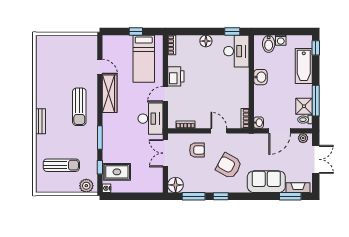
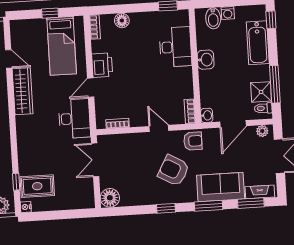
floor lamp: (206, 41) -> (122, 21), moved
desk: (236, 51) -> (175, 47), moved
window: (100, 138) -> (14, 146), removed
armchair: (197, 150) -> (193, 141), moved
window: (194, 196) -> (208, 206), moved

